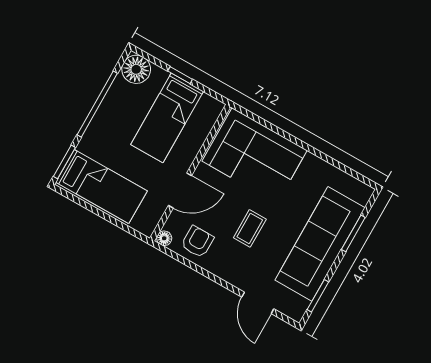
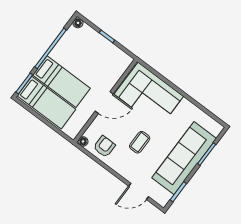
floor lamp: (136, 69) -> (78, 23), width x0.53, depth x0.53
bed: (167, 118) -> (61, 82), moved, turned -90
door: (180, 191) -> (104, 102), moved
door: (258, 303) -> (139, 191), hinge flipped

